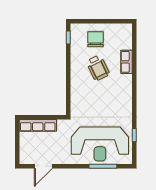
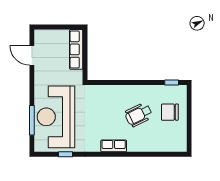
chair: (96, 39) -> (170, 112), turned 180
row of seats: (127, 62) -> (114, 146), moved

